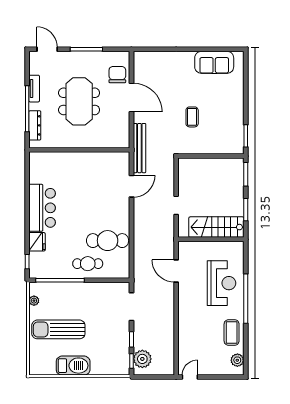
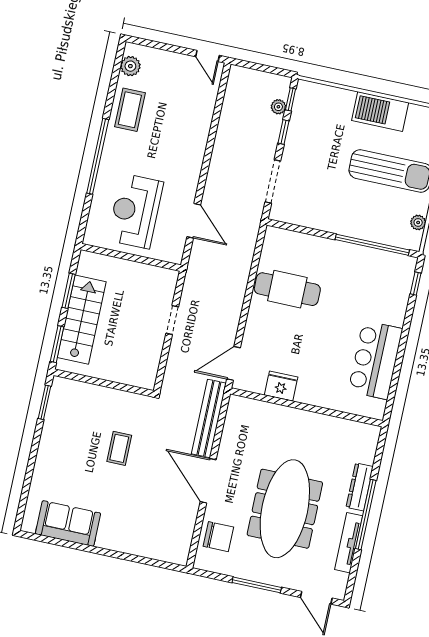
chair: (117, 75) -> (218, 537), turned -90
tv unit: (34, 89) -> (349, 543), width x1.41
door: (131, 98) -> (208, 481), moved
meeting table: (79, 101) -> (285, 509), width x1.36
wall: (79, 150) -> (306, 407), moved
stairs: (216, 227) -> (82, 320), moved, turned -90
fridge: (37, 242) -> (281, 386), moved, turned 90
cafe table: (88, 264) -> (325, 261), removed
reception desk: (222, 283) -> (135, 211), moved
plant: (142, 359) -> (278, 107), width x0.53, depth x0.53
door: (190, 377) -> (207, 56), hinge flipped

